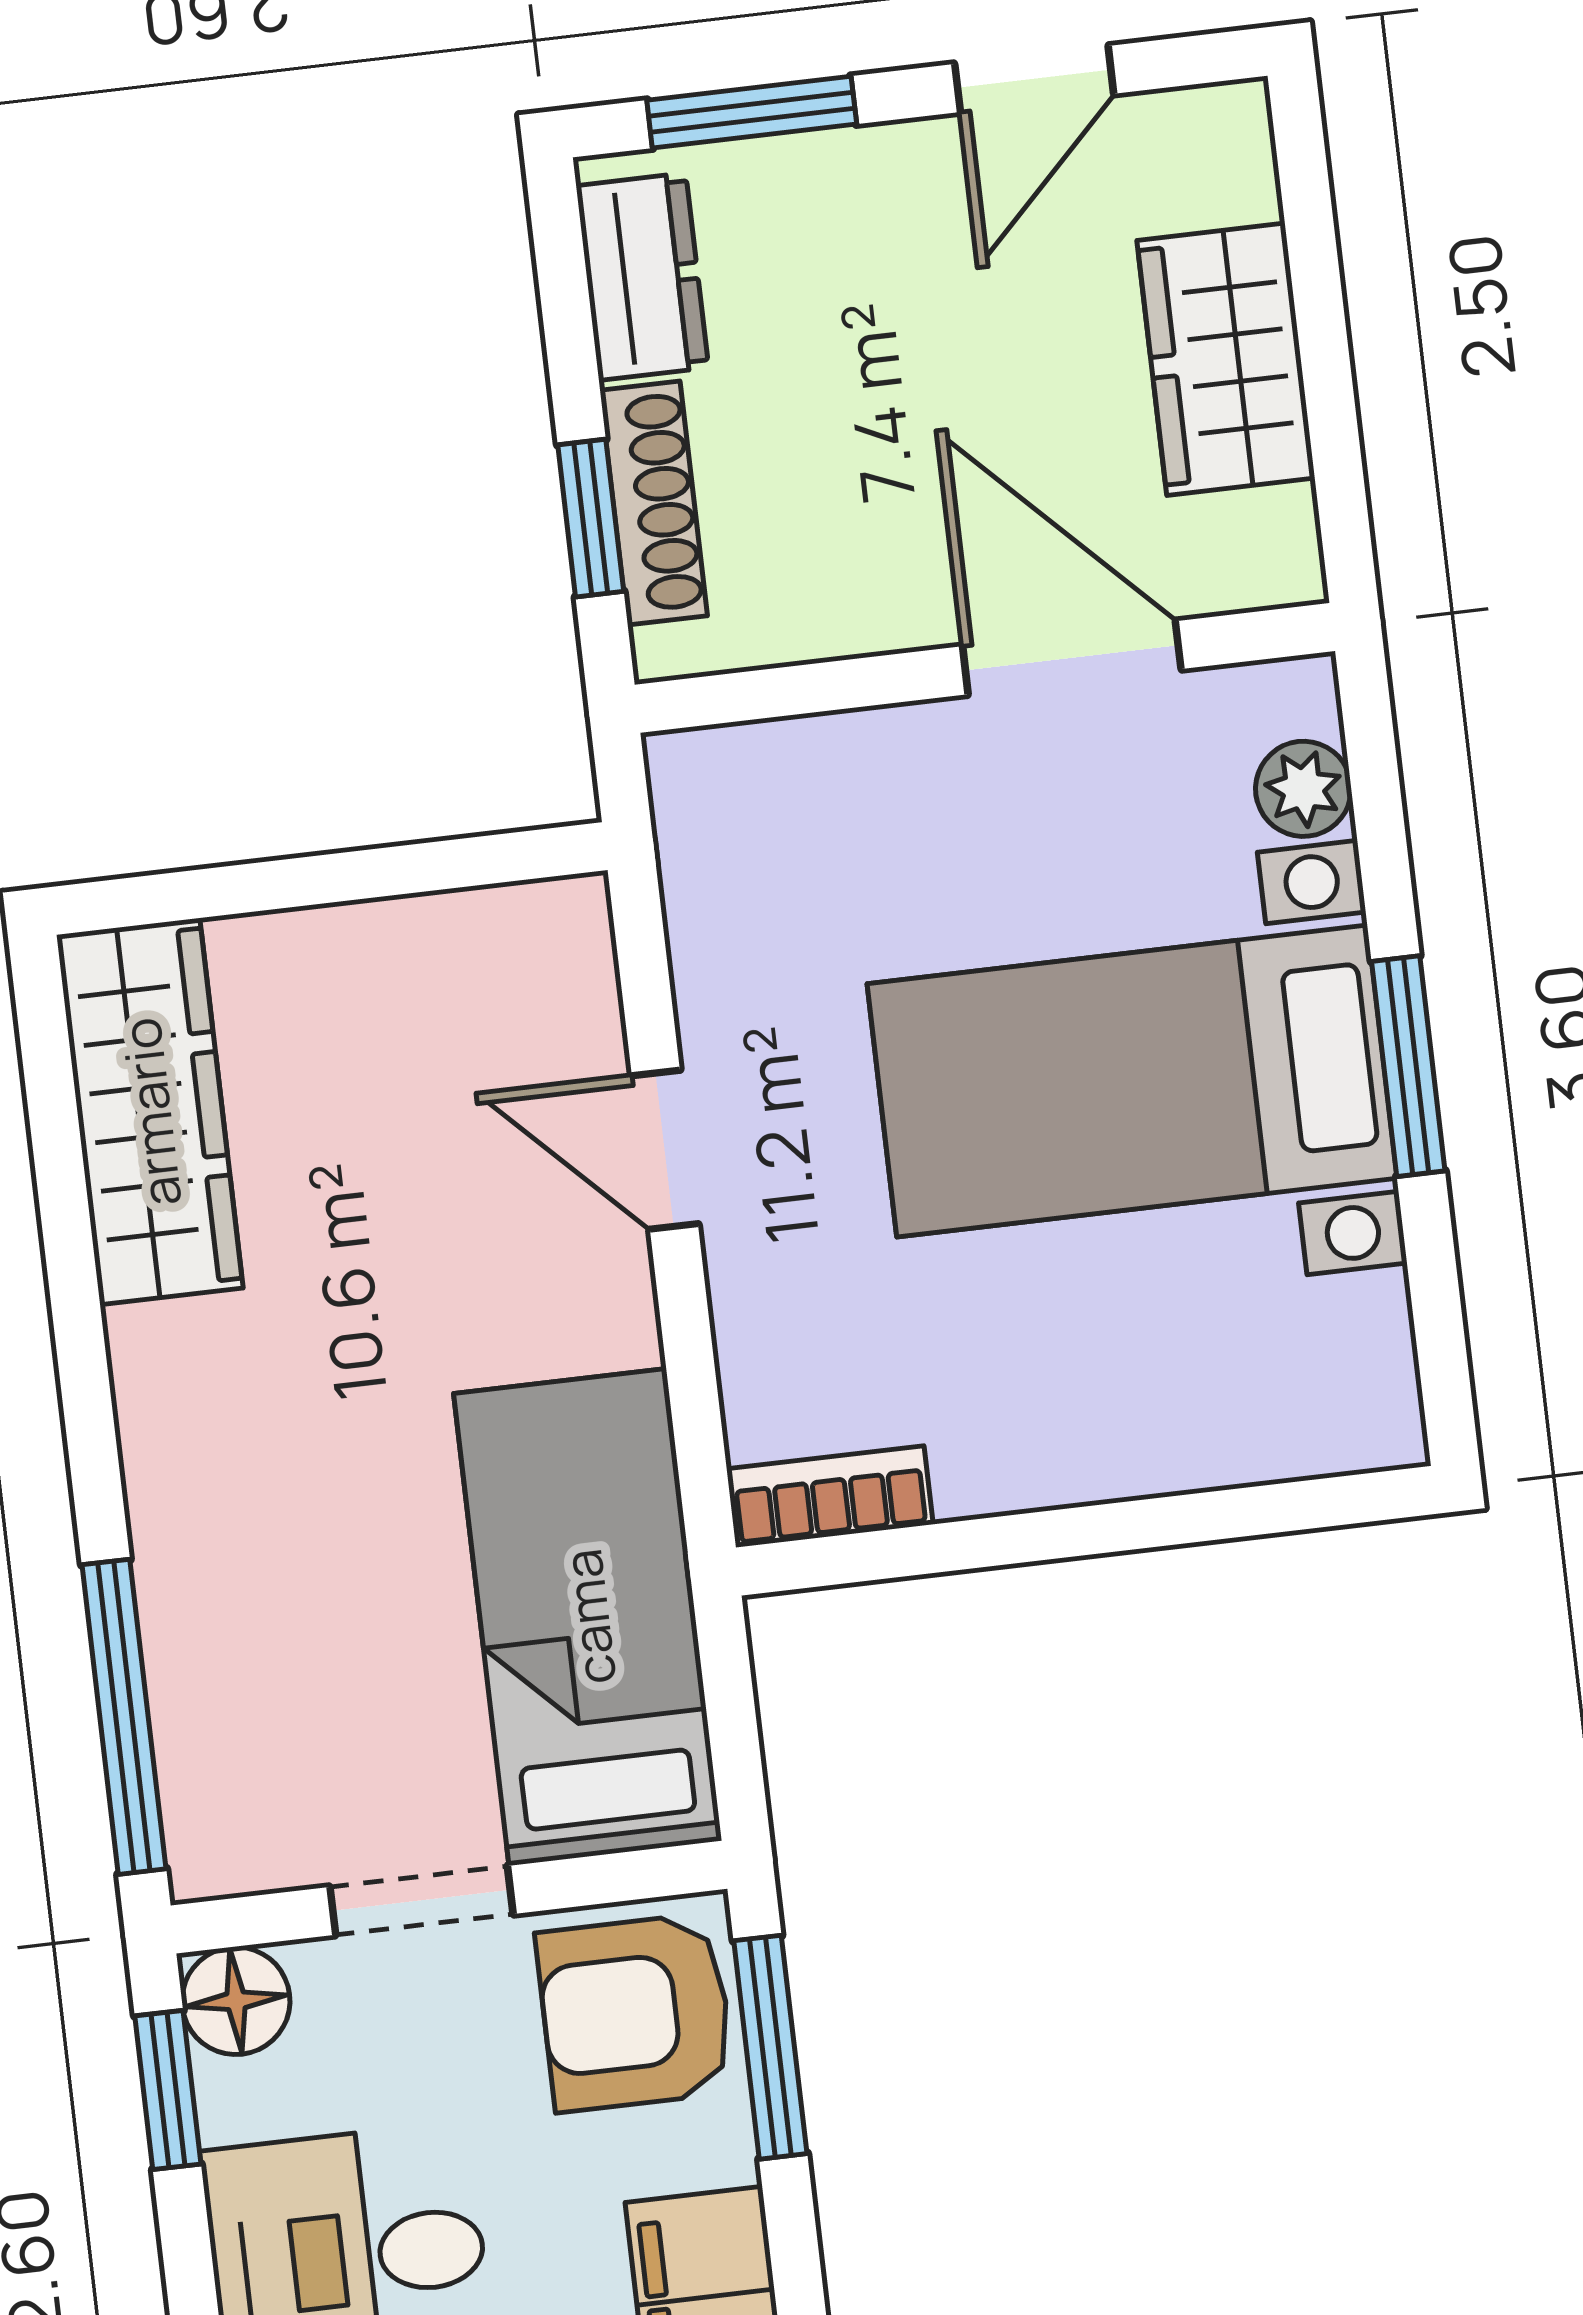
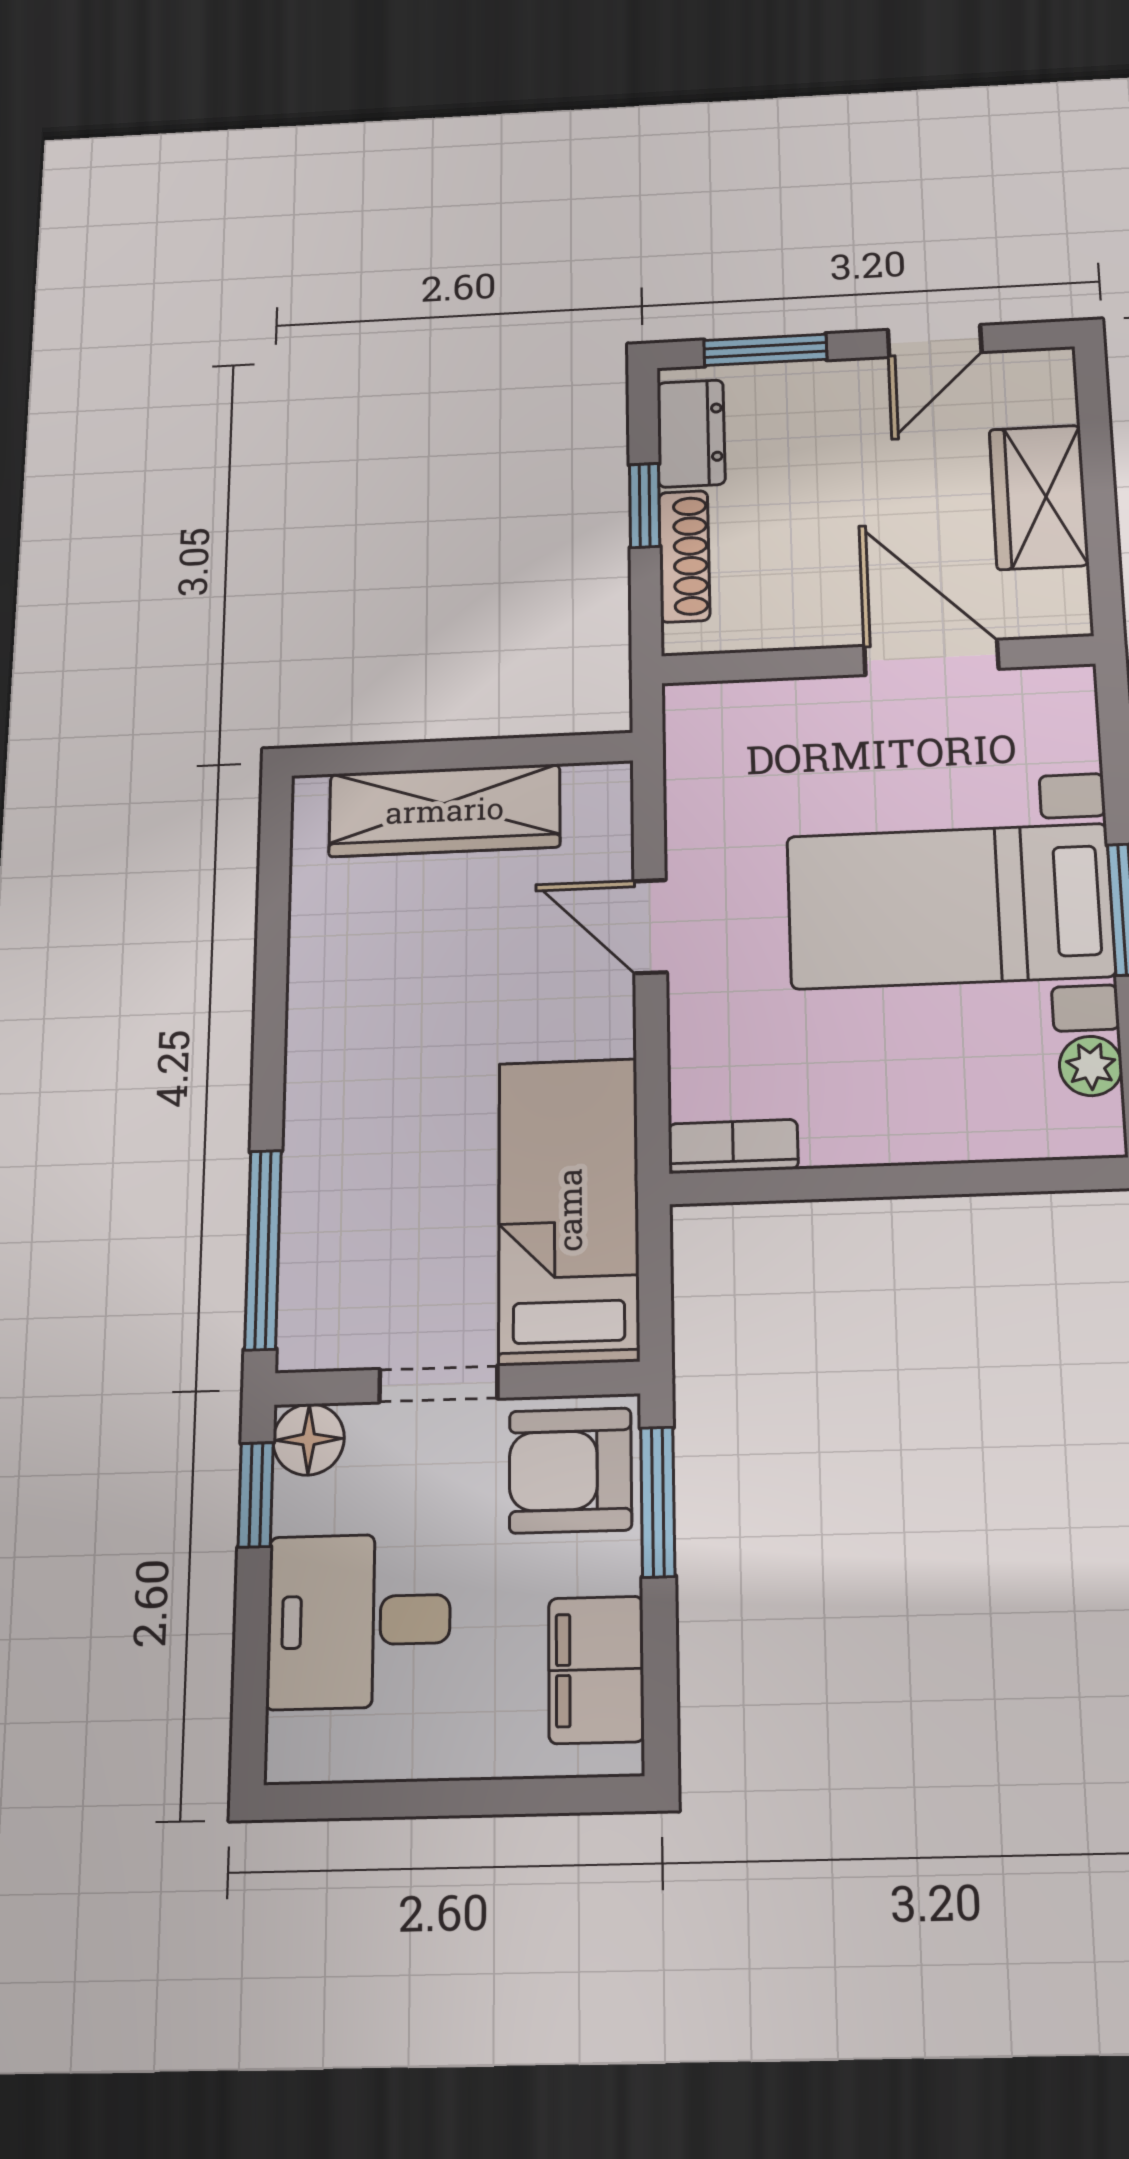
window: (591, 518) -> (645, 505), moved
plant: (1303, 789) -> (1091, 1066), moved
wardrobe: (150, 1112) -> (445, 810), moved, turned 90

